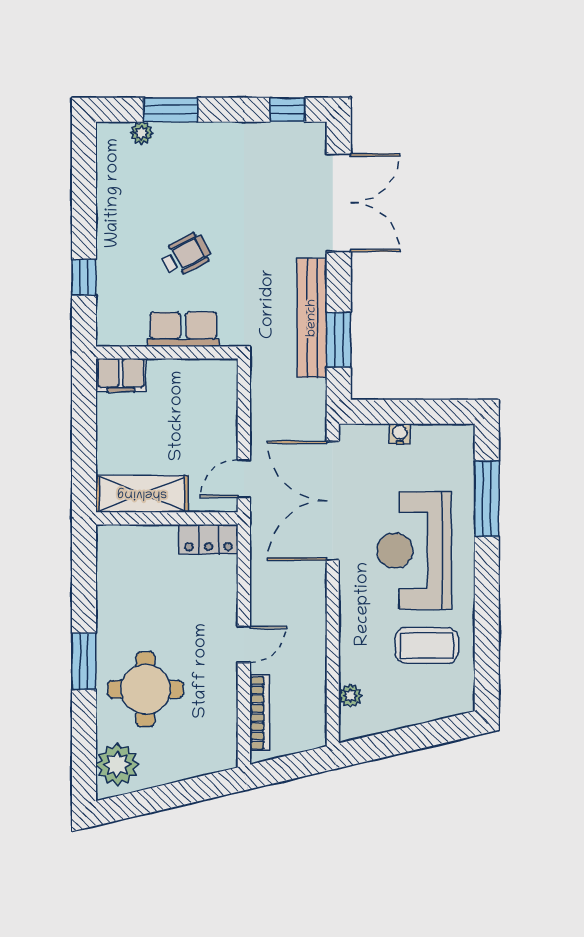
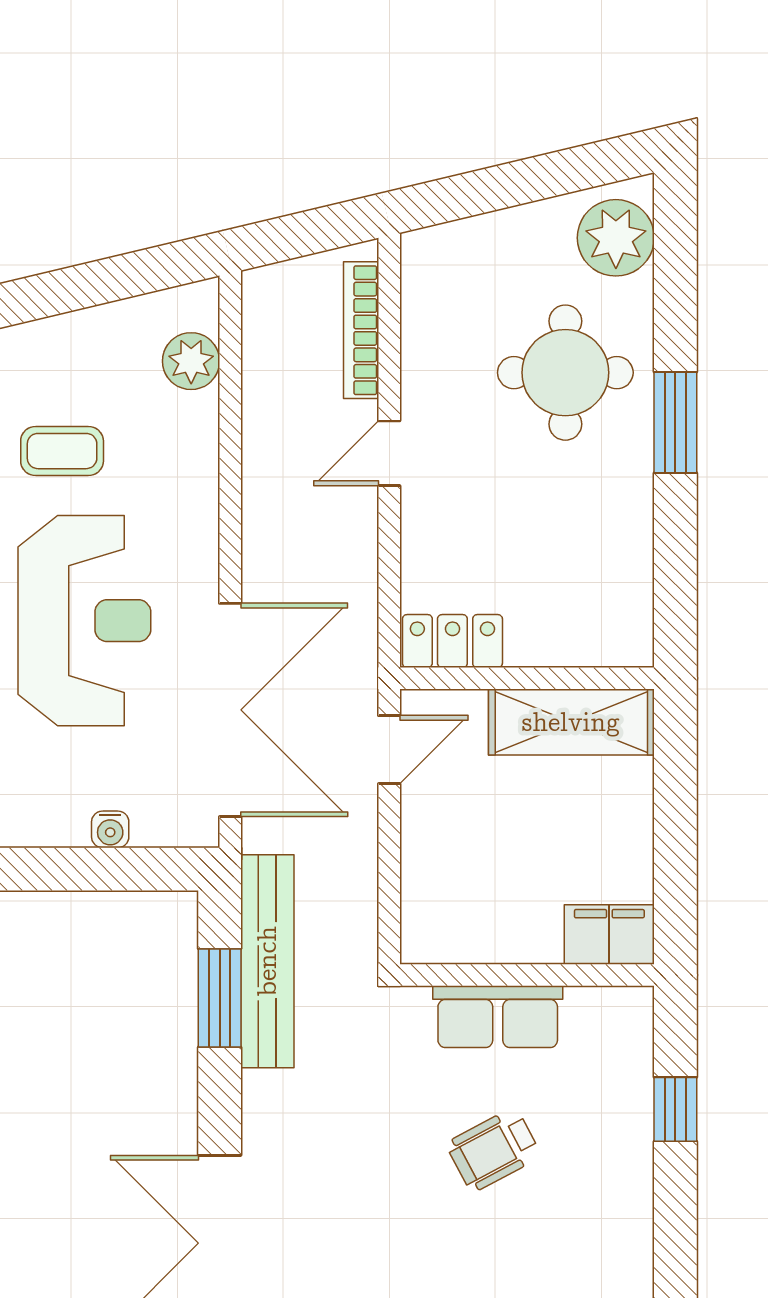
bench: (312, 318) -> (267, 961), moved
coffee table: (427, 645) -> (62, 451), width x0.73, depth x0.77
plant: (350, 696) -> (191, 361), width x1.38, depth x1.38

